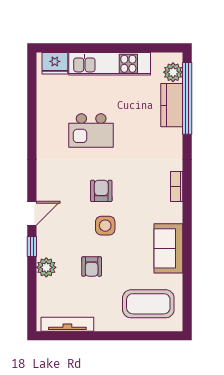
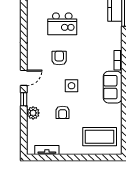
armchair: (101, 191) -> (59, 58), moved
sofa: (168, 248) -> (113, 87), moved
tv unit: (67, 324) -> (47, 150), width x0.71

